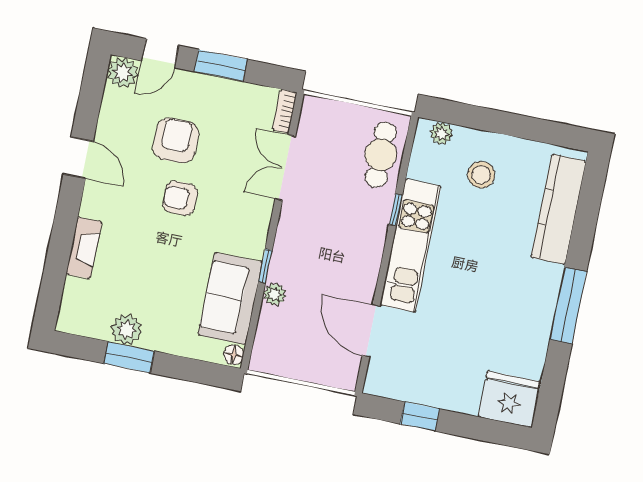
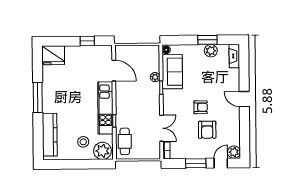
plant: (441, 133) -> (102, 151), width x1.87, depth x1.87
door: (78, 158) -> (244, 99), moved
fireplace: (84, 248) -> (234, 56), moved

